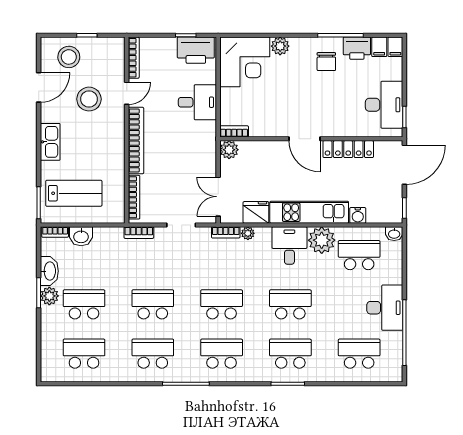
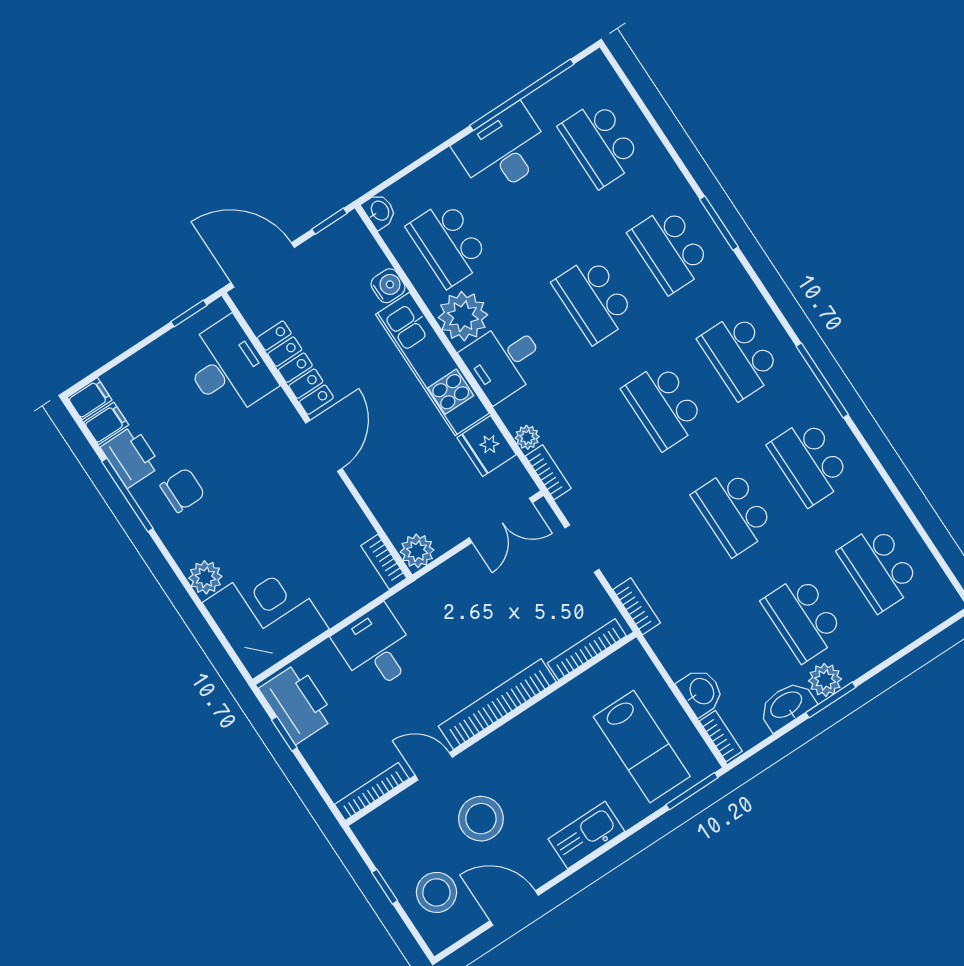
desk: (384, 105) -> (228, 368), moved, turned 90
lab bench: (74, 193) -> (642, 747), turned 180

